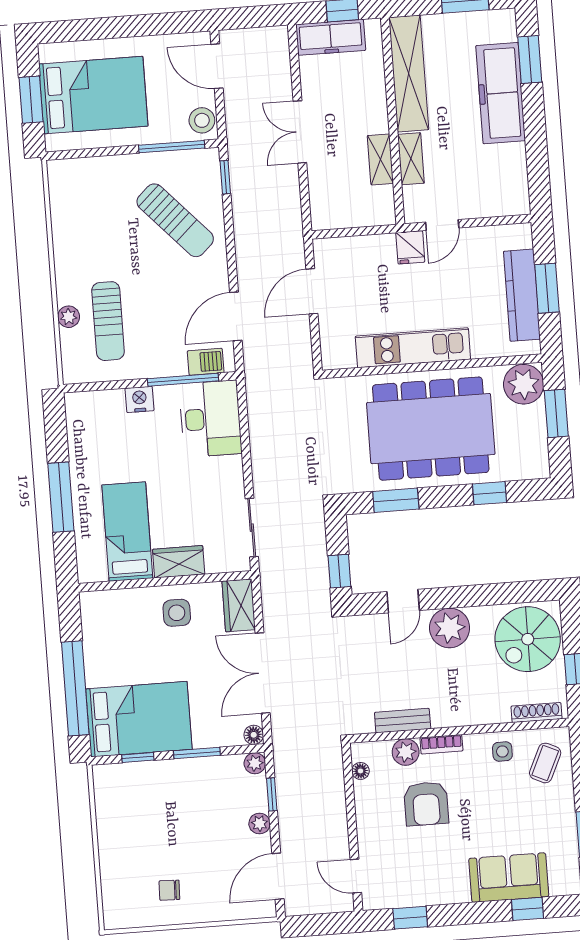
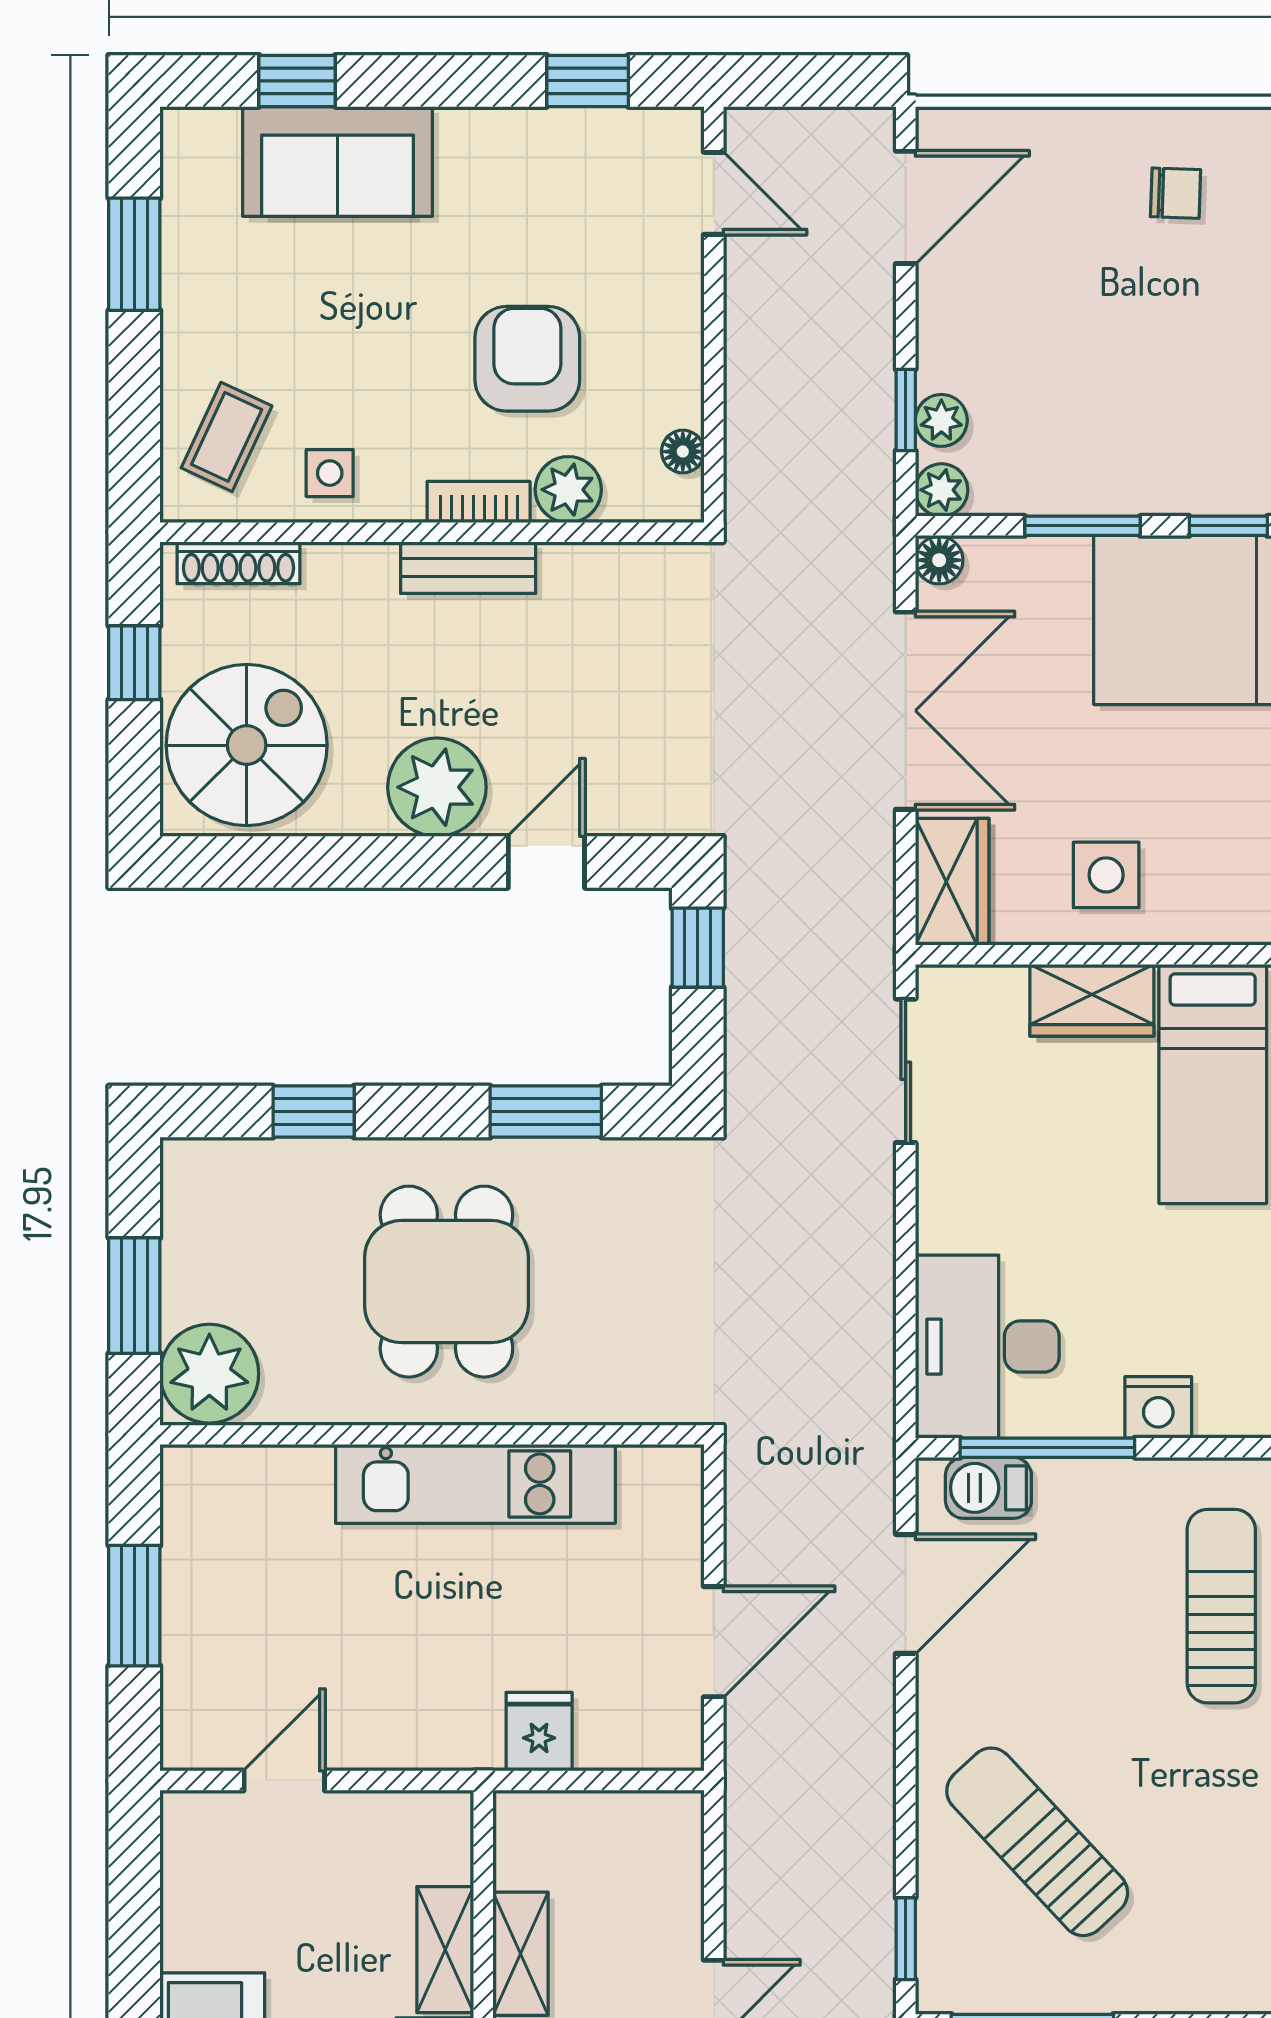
door: (442, 225) -> (284, 1781), moved
fridge: (410, 247) -> (539, 1732), moved
kitchen counter: (522, 295) -> (197, 1593), removed
dining table: (431, 429) -> (446, 1282), width x0.53, depth x0.80
bench: (403, 721) -> (468, 568), moved
plant: (259, 824) -> (941, 420), moved

